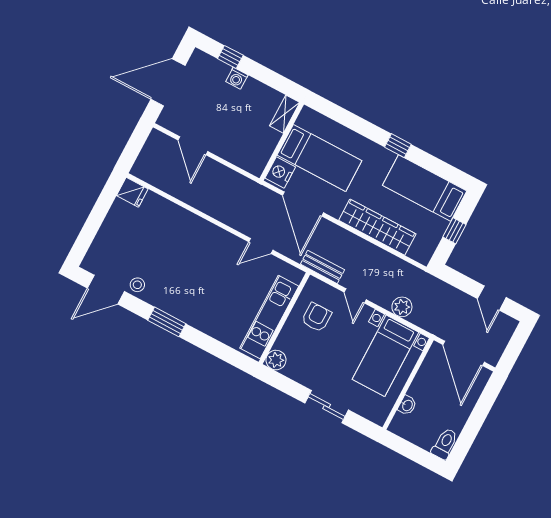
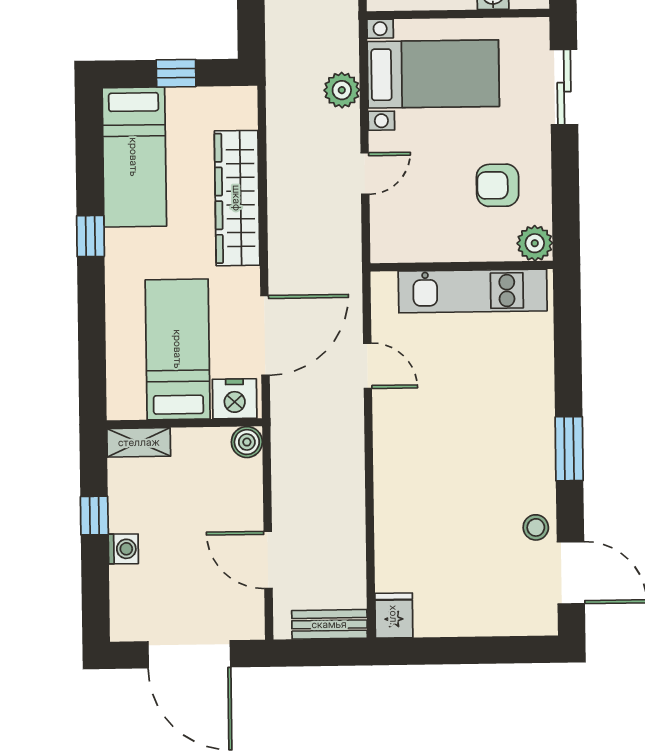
window: (230, 57) -> (94, 516), moved
door: (193, 146) -> (268, 560), swing flipped
boiler: (256, 167) -> (247, 442), added
bench: (322, 267) -> (329, 624), moved, turned 90
armchair: (316, 317) -> (498, 185), moved
sliding door: (327, 407) -> (564, 87), moved

